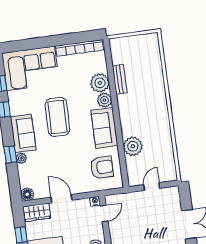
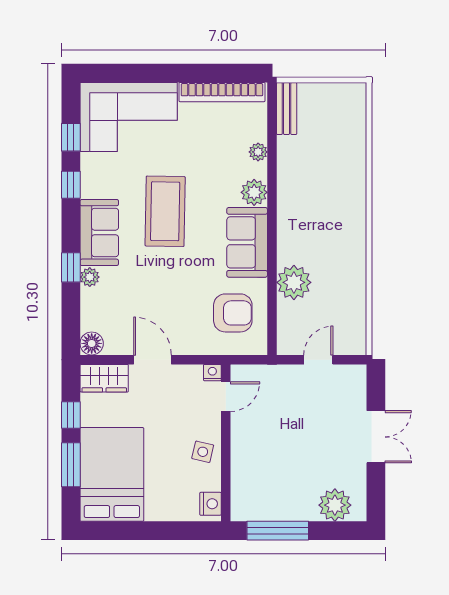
bench: (120, 79) -> (287, 109), moved
plant: (100, 83) -> (258, 152), width x0.53, depth x0.53

